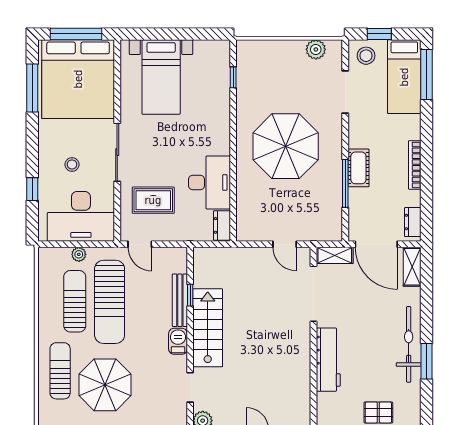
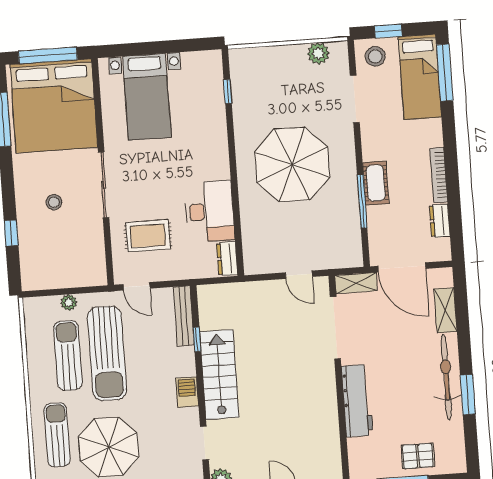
desk: (81, 216) -> (68, 260), removed
dresser: (413, 222) -> (440, 221), moved
shelving: (412, 267) -> (445, 310), moved
bench: (180, 300) -> (184, 316), moved

